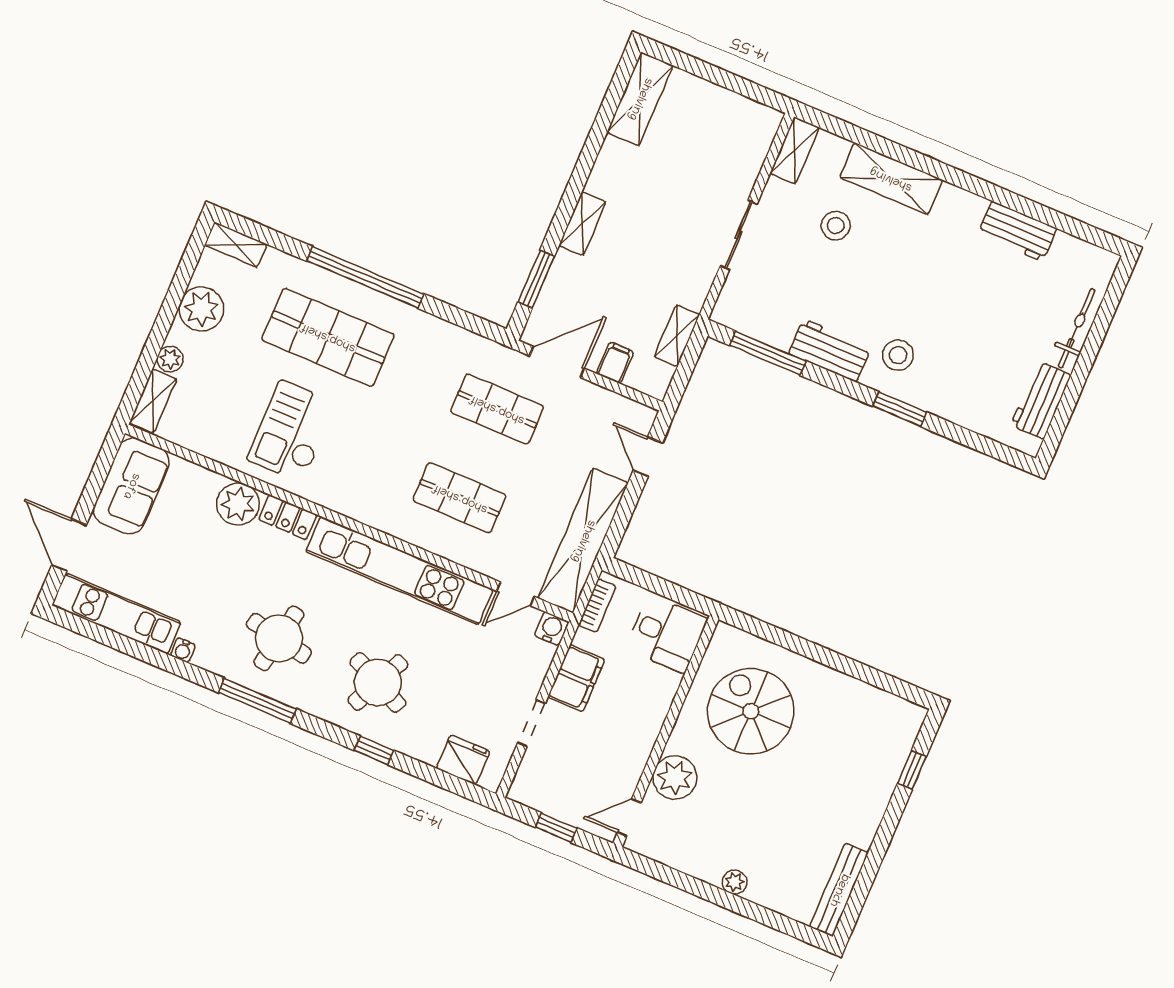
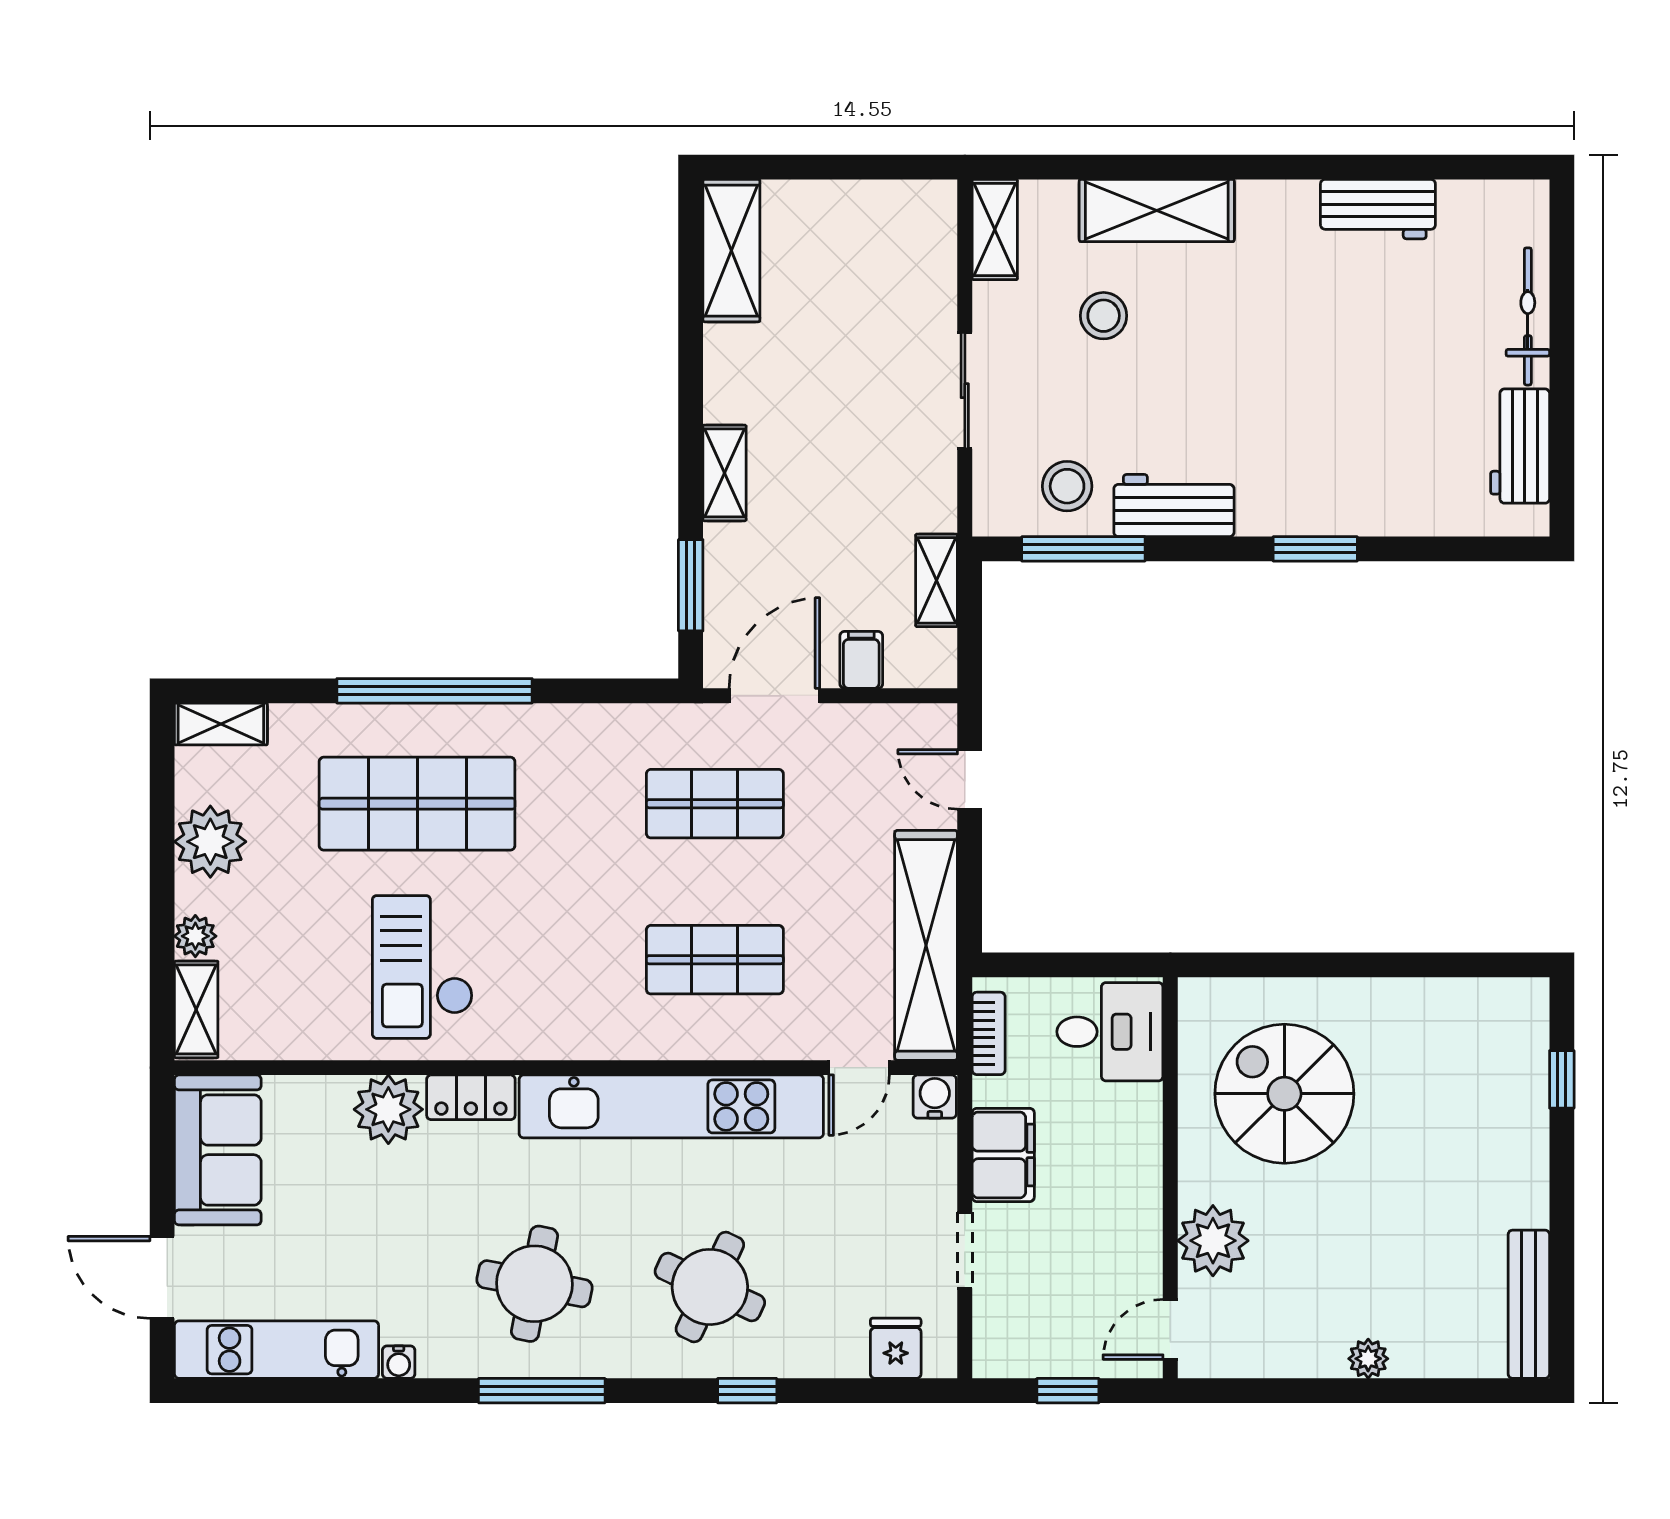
stool: (898, 355) -> (1067, 486), moved
fridge: (463, 760) -> (896, 1348), width x0.72

